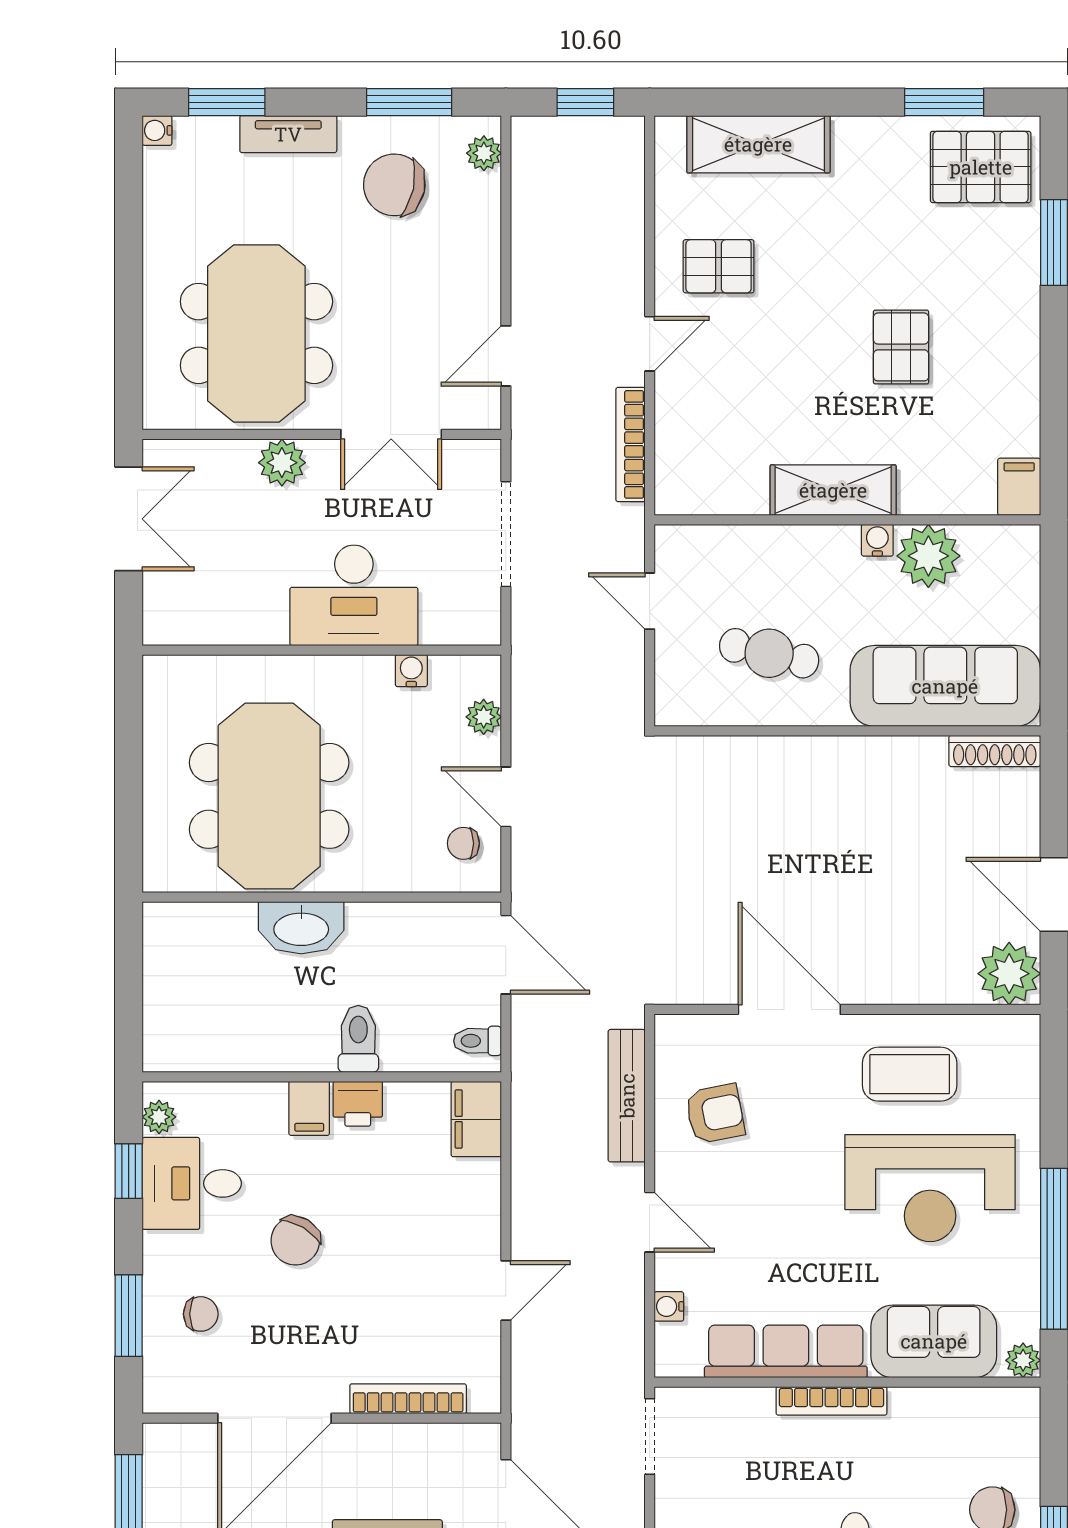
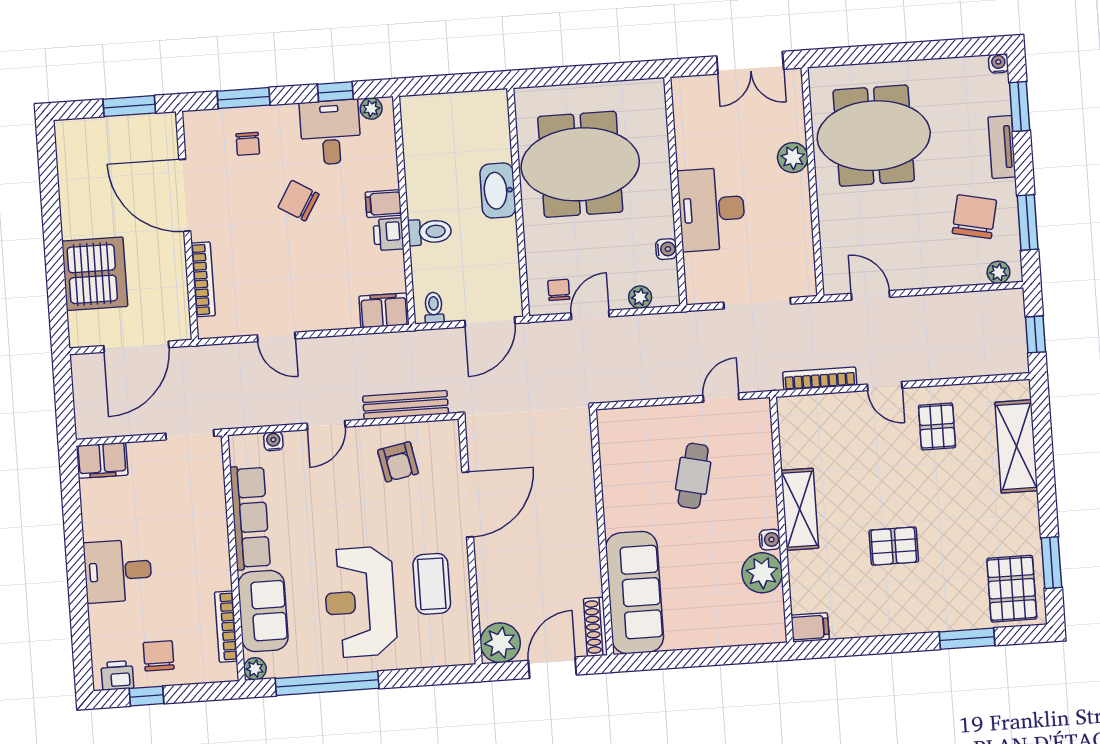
double door: (391, 434) -> (815, 226), removed
sofa: (945, 686) -> (635, 593), moved
wall: (847, 731) -> (602, 532), moved
shoe rack: (995, 751) -> (595, 627), moved
bookcase: (831, 1401) -> (226, 627), moved

